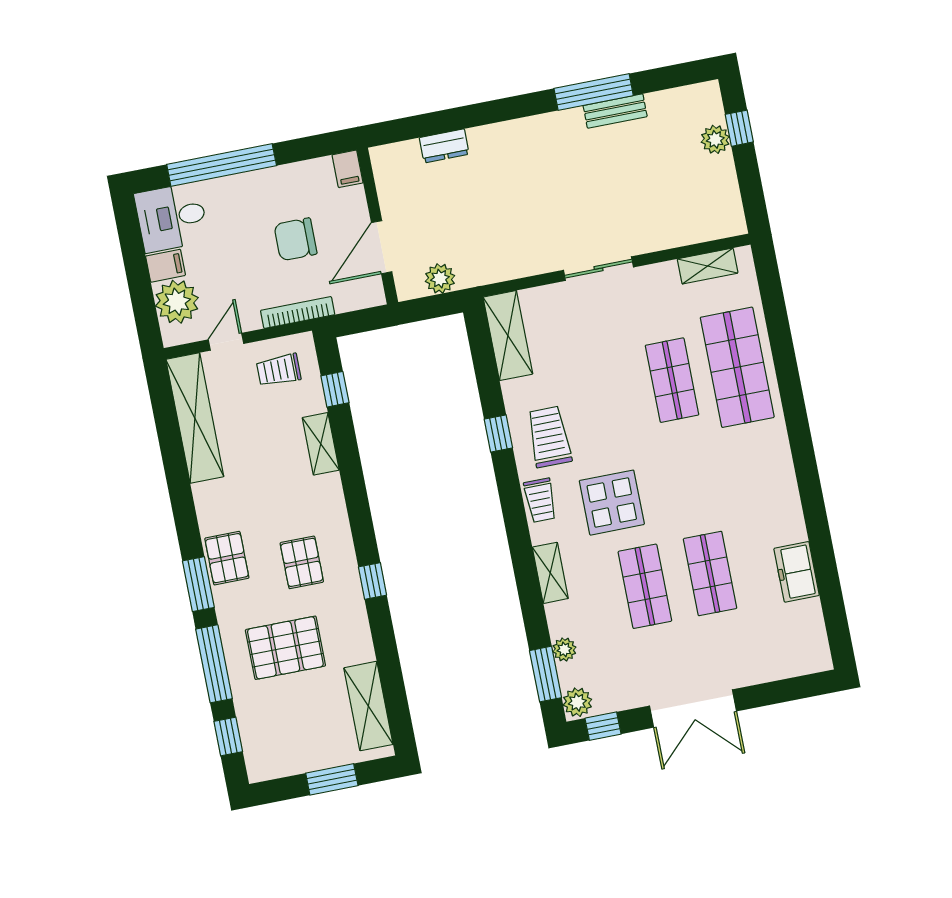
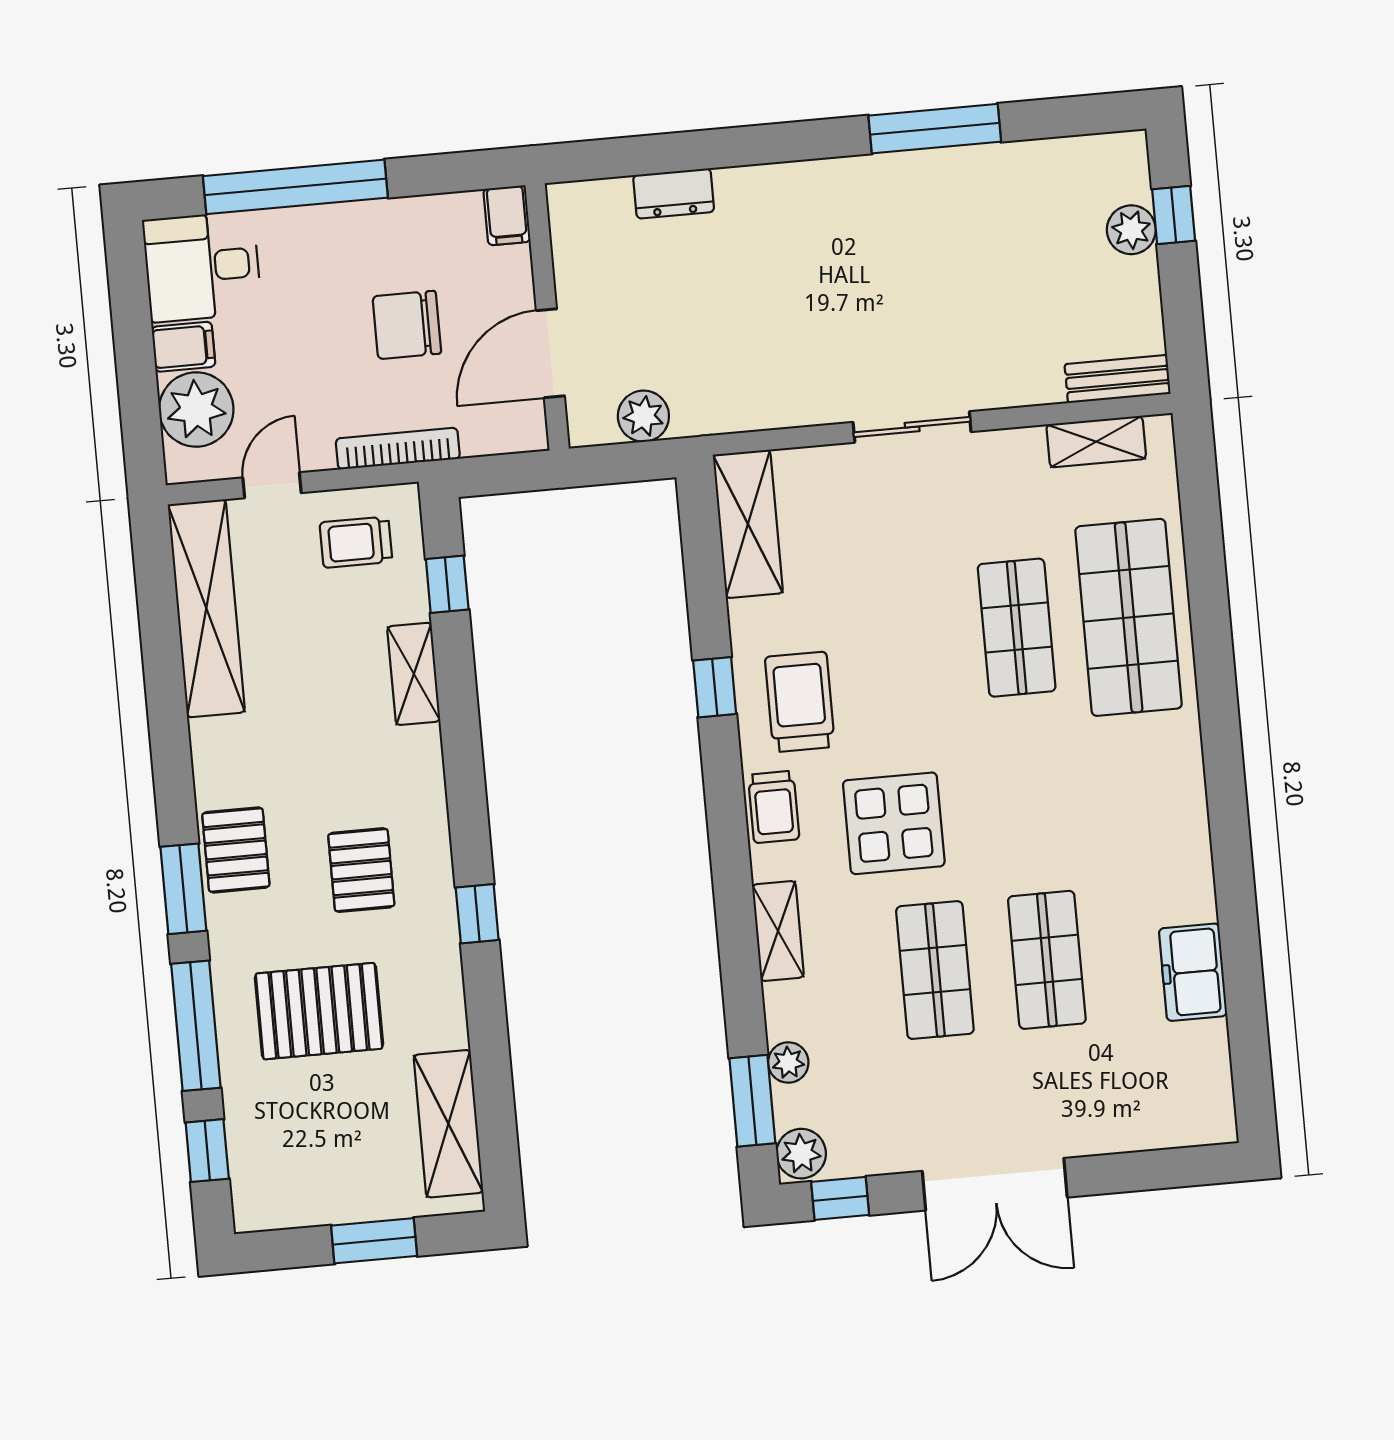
bench: (615, 111) -> (1118, 379), moved

